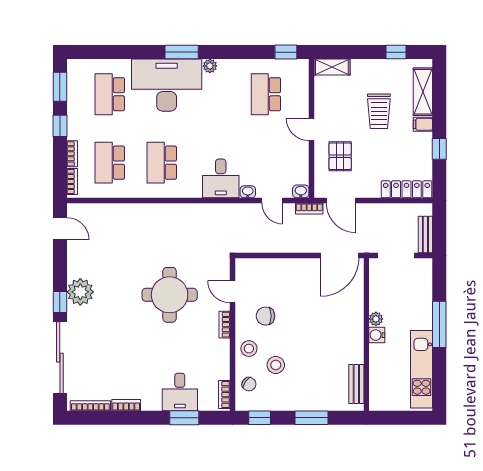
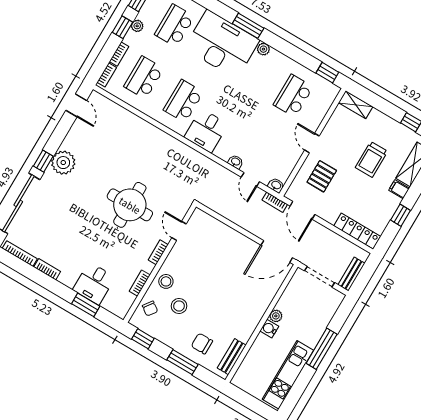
plant: (74, 116) -> (137, 26), added
desk: (221, 178) -> (206, 131), moved
chair: (265, 316) -> (202, 344), moved
bookcase: (224, 395) -> (140, 283), moved

